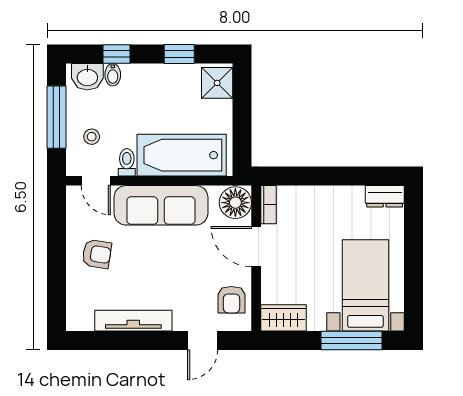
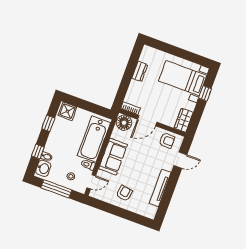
dresser: (385, 196) -> (140, 71), moved
sofa: (161, 205) -> (113, 157), width x0.73
door: (203, 340) -> (180, 160), hinge flipped
window: (351, 340) -> (205, 93), width x0.46

